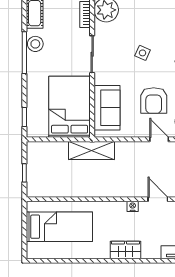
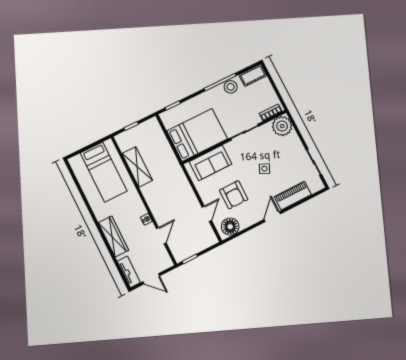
armchair: (154, 101) -> (234, 195), turned -90
shelving: (91, 150) -> (137, 167), moved
wardrobe: (125, 250) -> (113, 236), width x1.50

